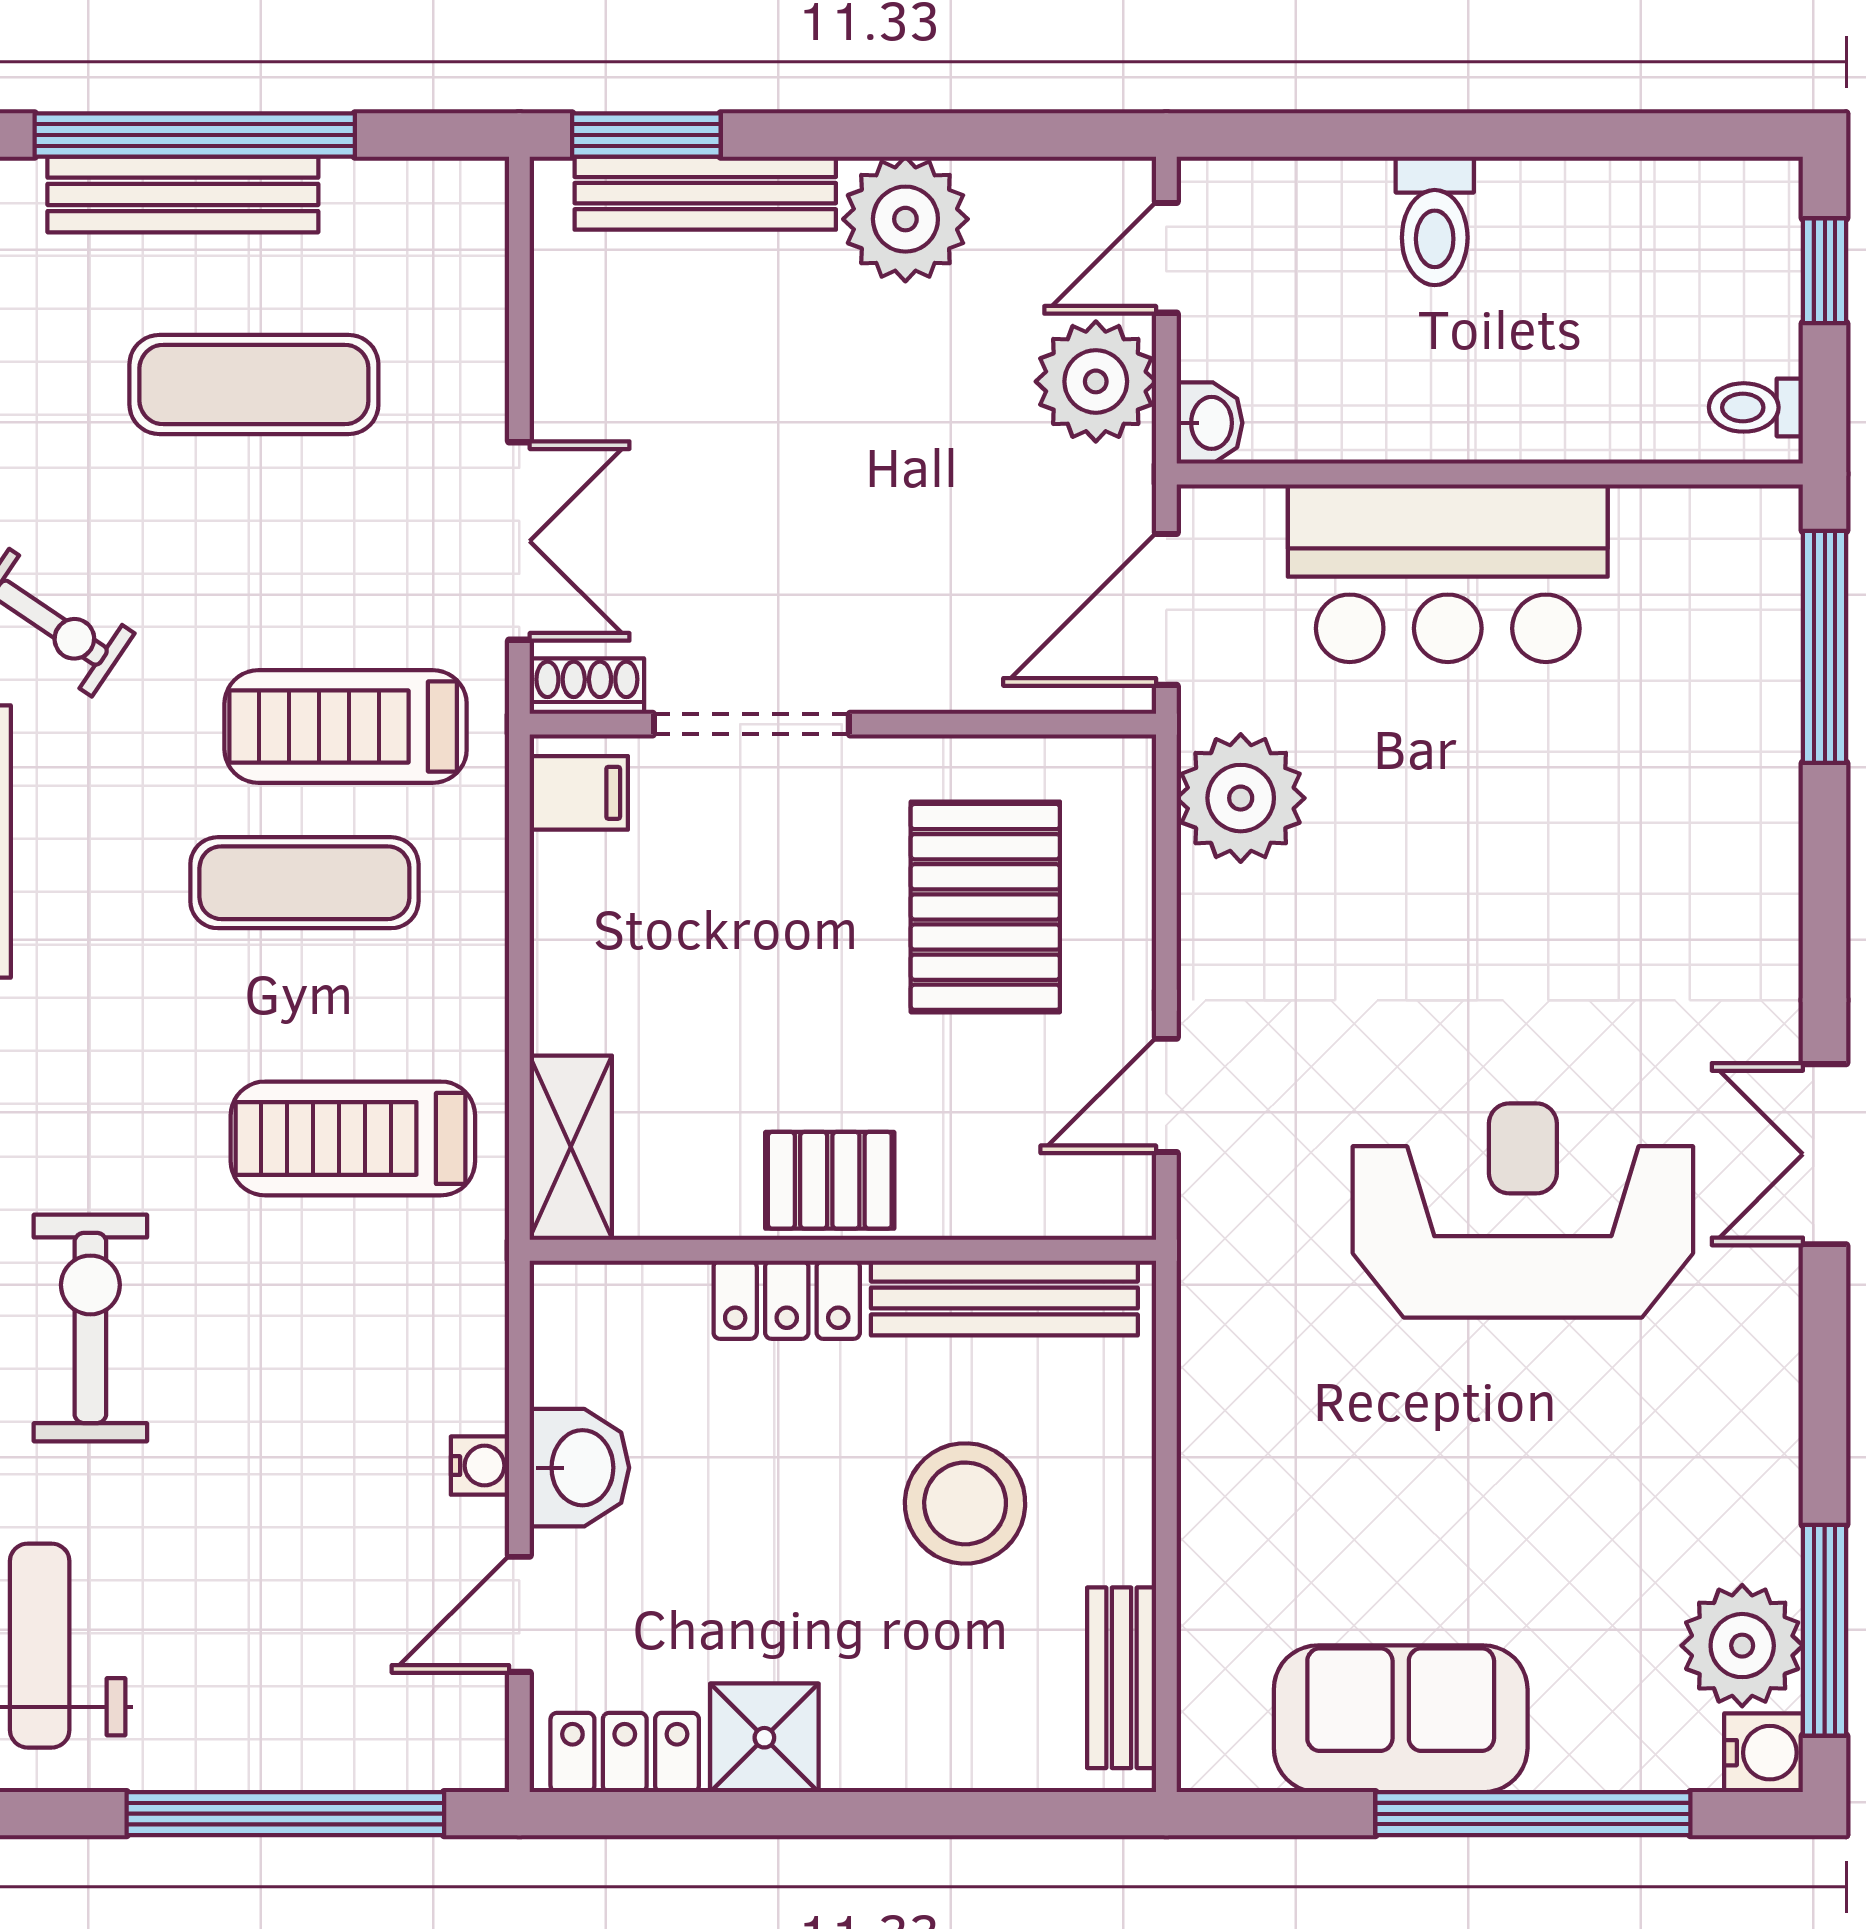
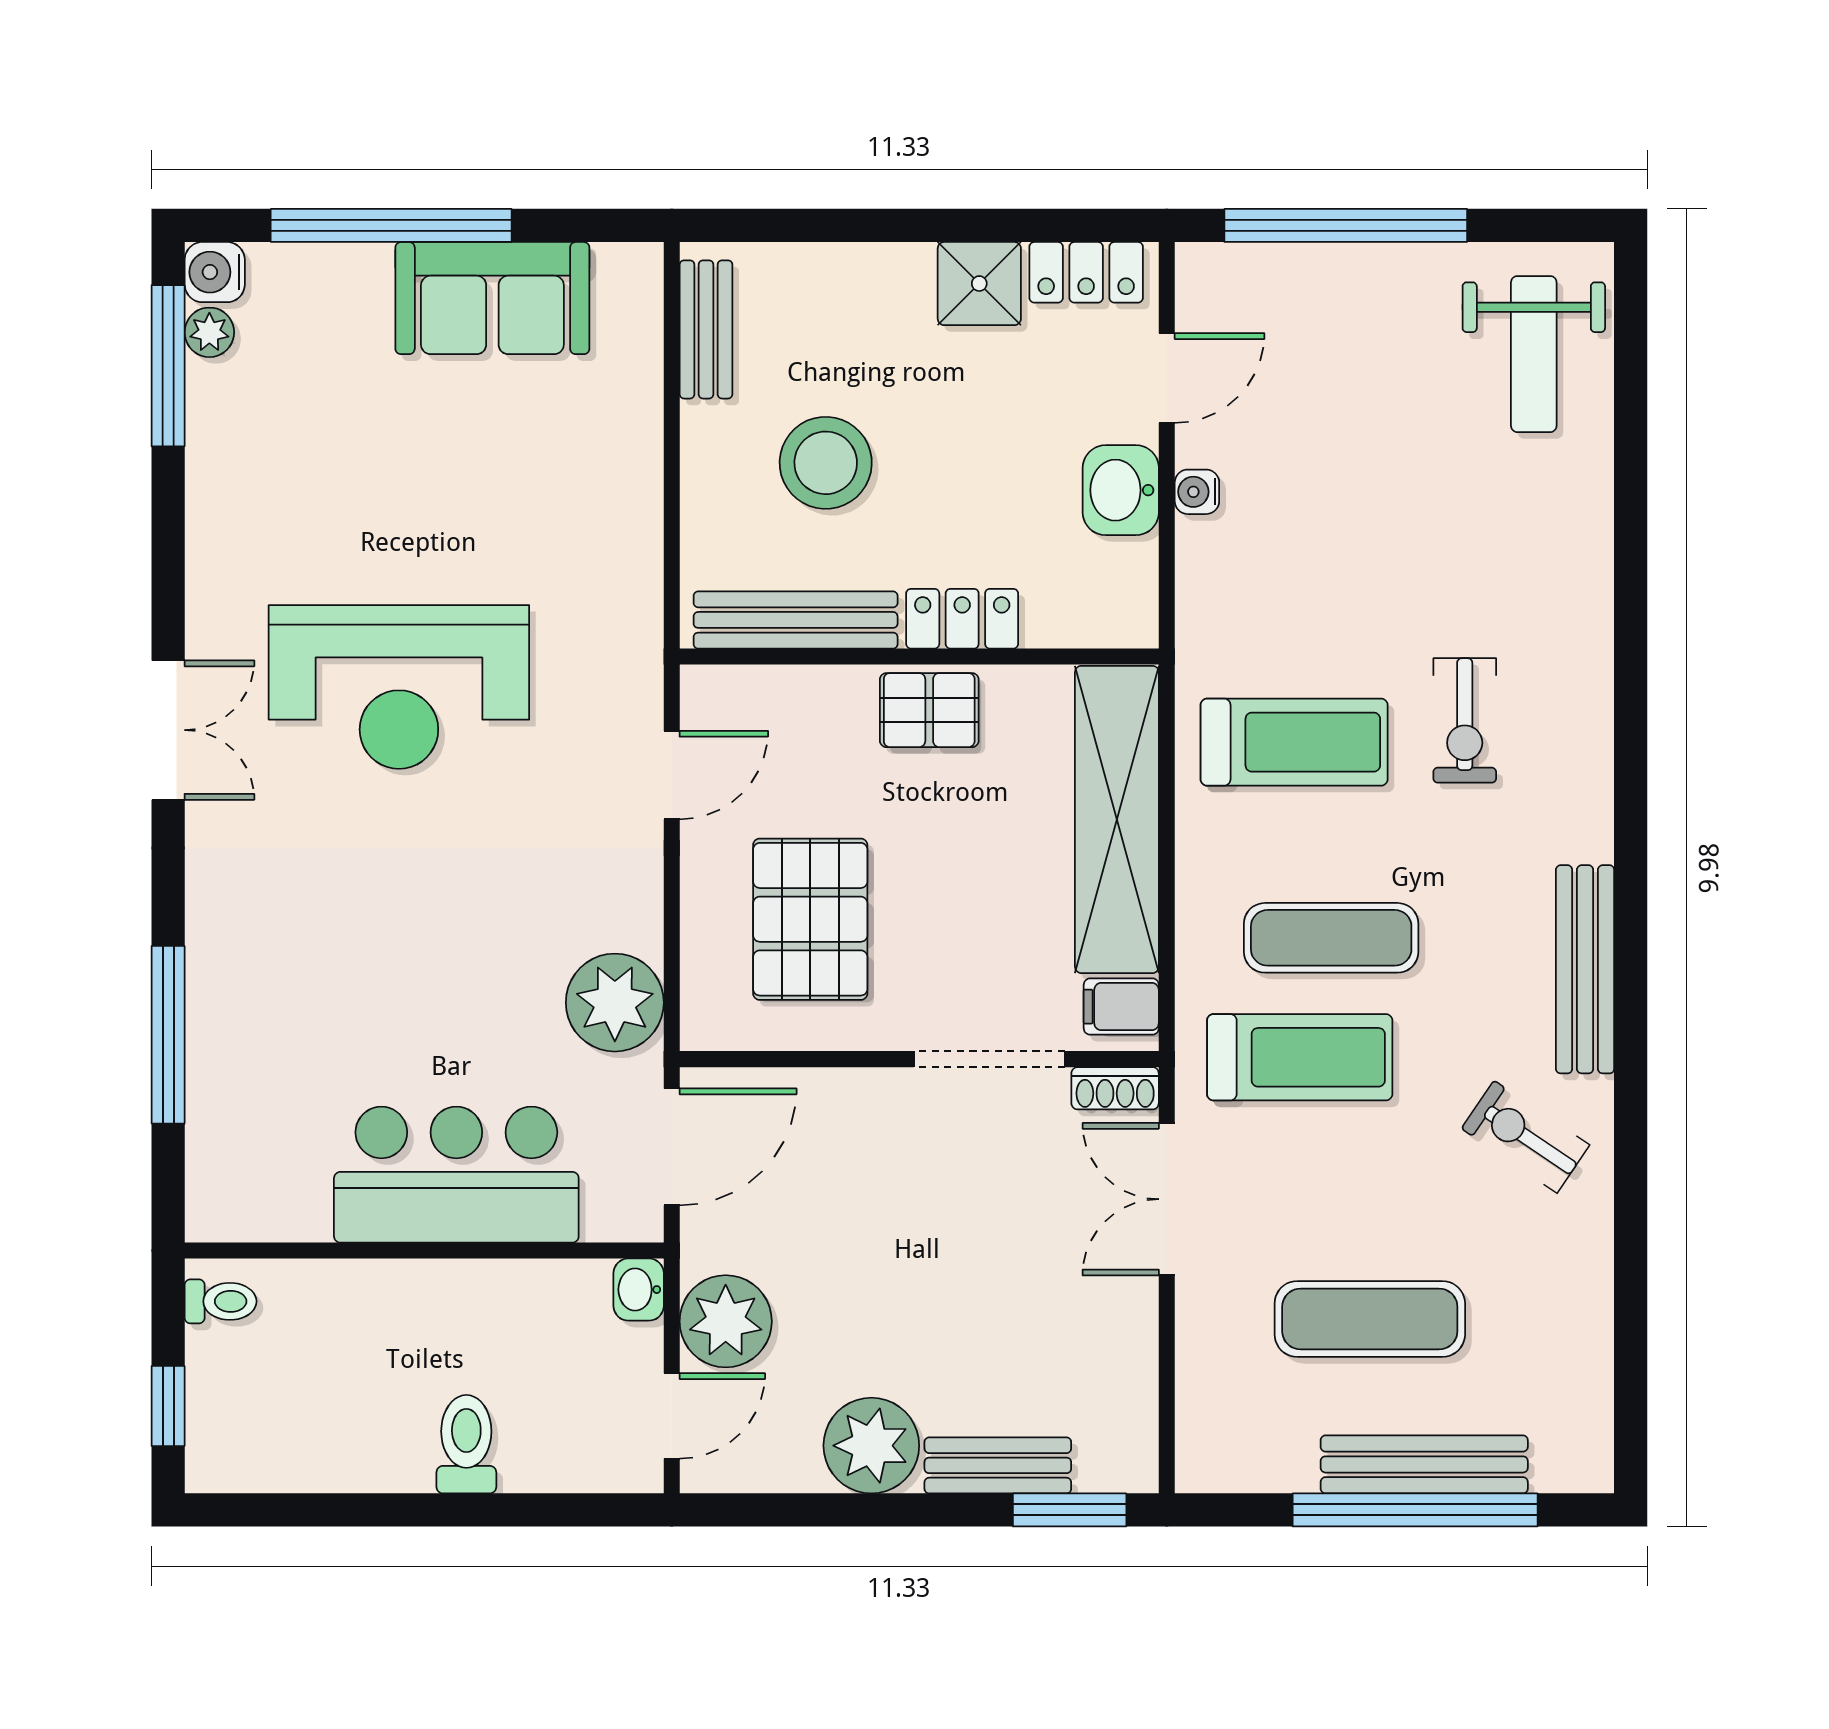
bench: (705, 193) -> (998, 1465), width x0.73
window: (1825, 647) -> (168, 1035), moved
shelving: (571, 1147) -> (1117, 819), width x2.20, depth x1.33
exercise bike: (90, 1328) -> (1465, 720), moved, width x0.73, depth x0.72
plant: (1742, 1646) -> (209, 332), width x0.53, depth x0.53

